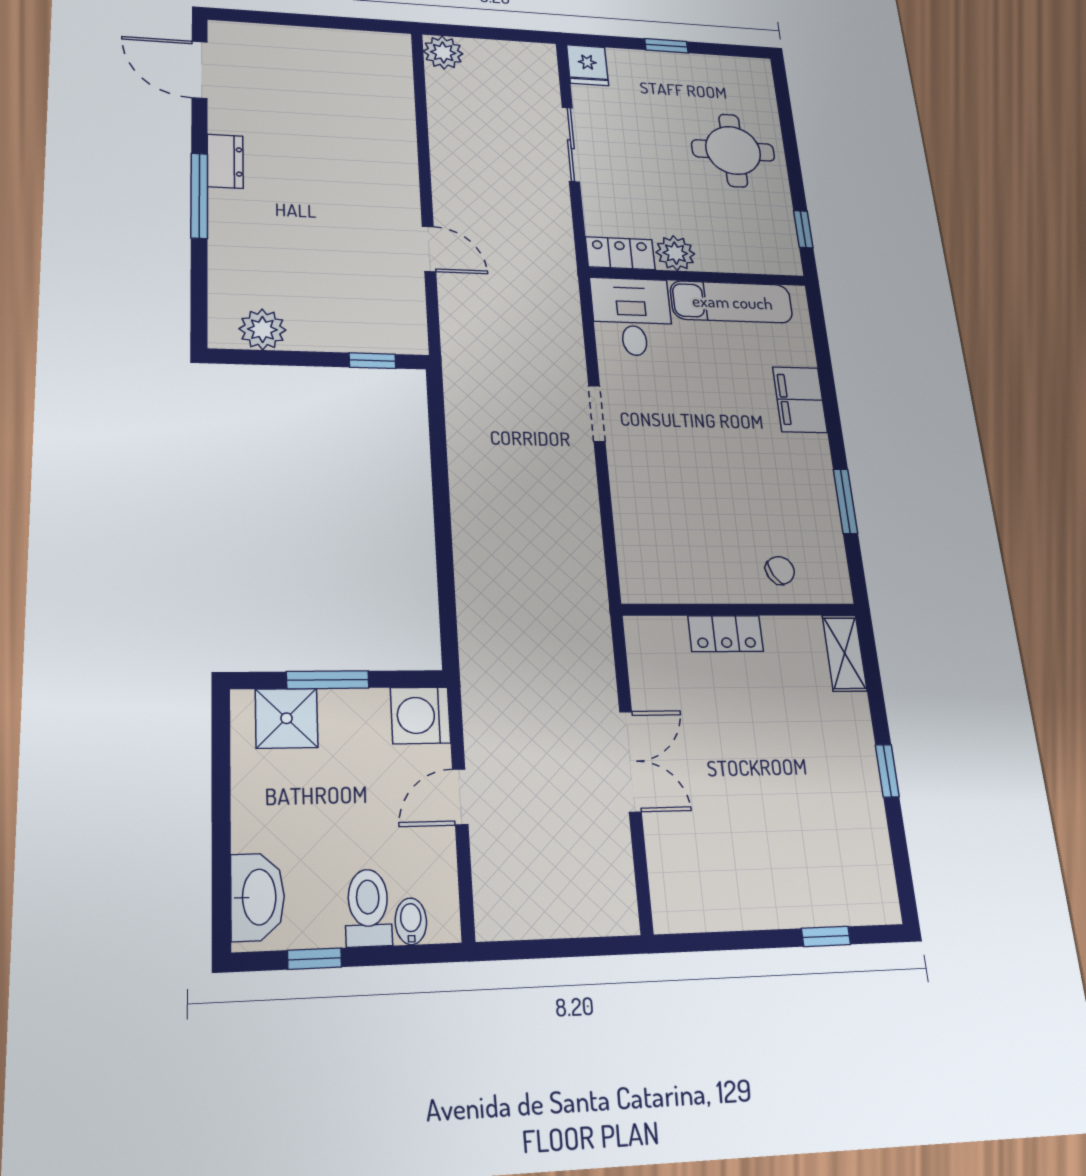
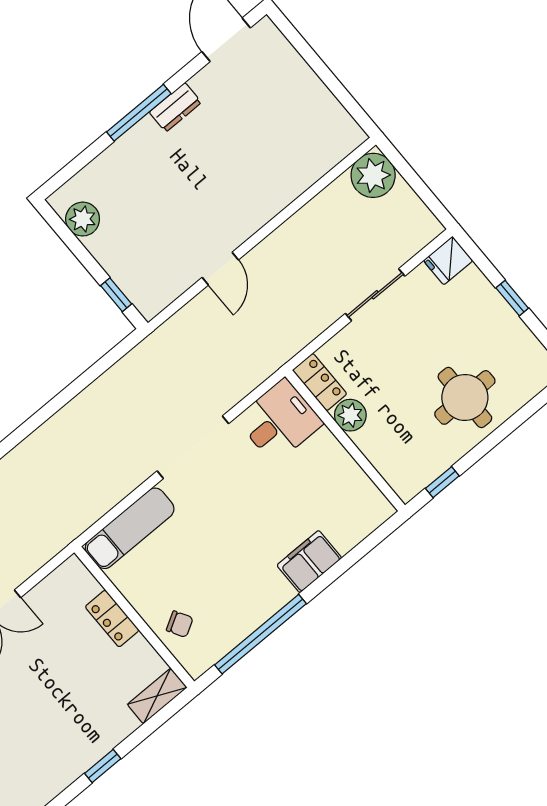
plant: (443, 53) -> (373, 175), width x1.36, depth x1.36
exam couch: (732, 302) -> (130, 528), moved, turned -90
doorway: (597, 414) -> (193, 447), width x1.88
window: (845, 501) -> (260, 634), width x2.11

